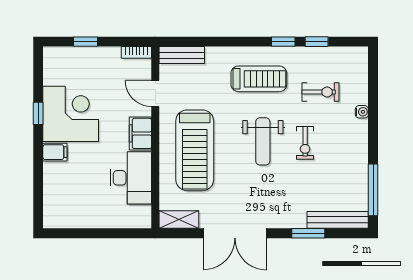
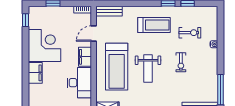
door: (155, 94) -> (94, 34), hinge flipped
window: (38, 113) -> (26, 20), moved
weight bench: (263, 141) -> (148, 69), moved
filing cabinet: (55, 152) -> (35, 73), width x2.00

